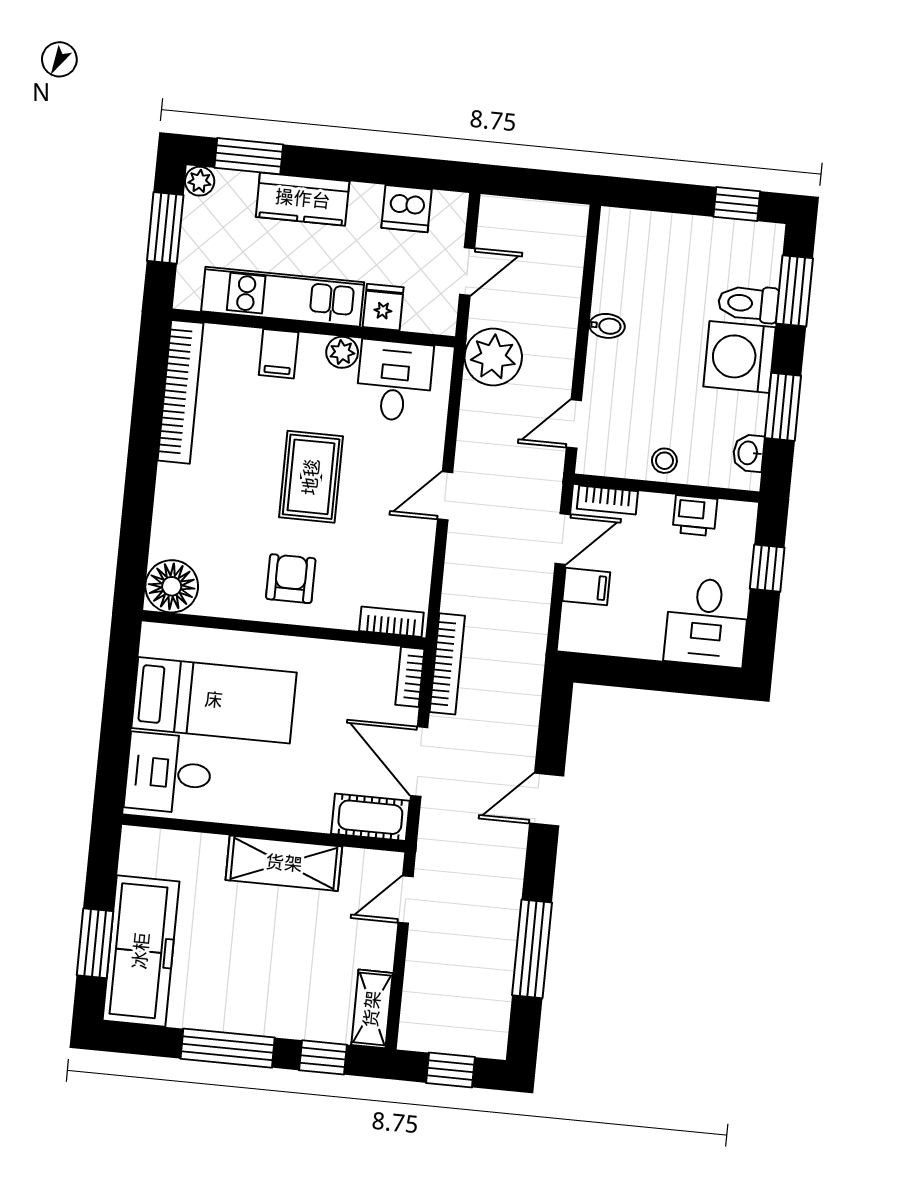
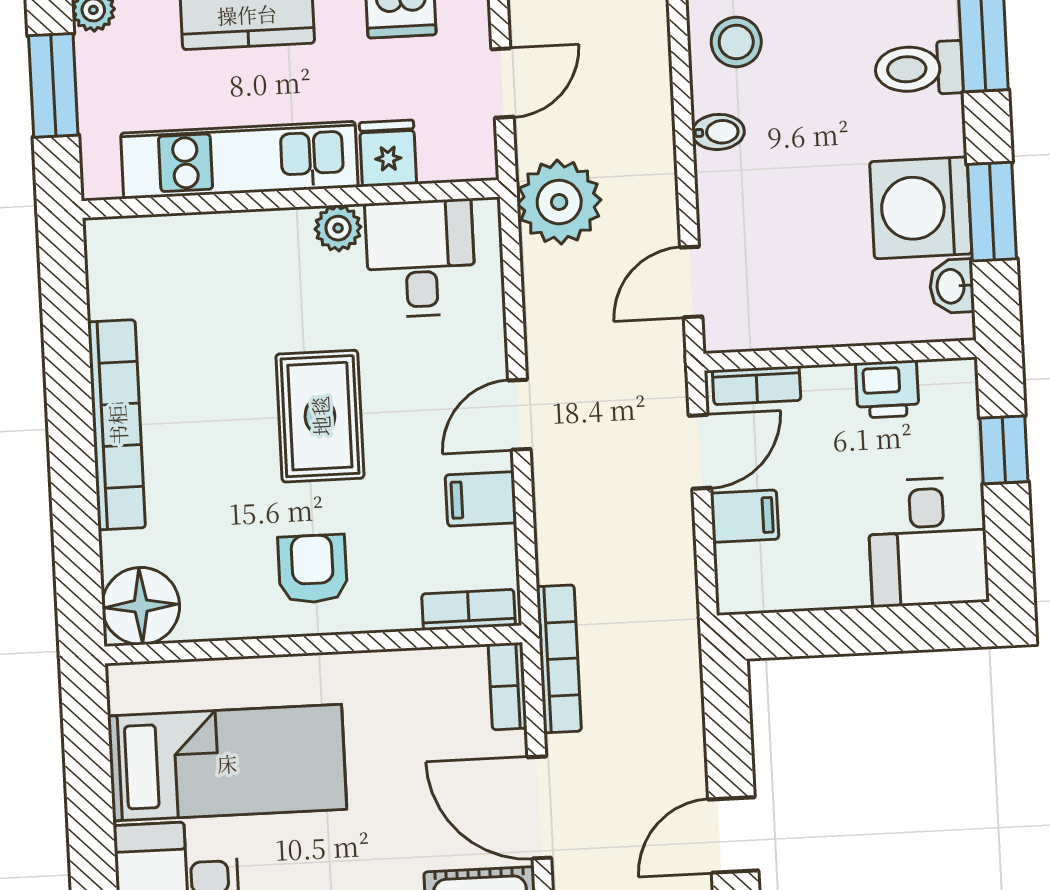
filing cabinet: (279, 354) -> (481, 499), moved, turned 90
washing machine: (739, 357) -> (921, 208), moved
bookcase: (180, 392) -> (117, 425), moved
stool: (664, 461) -> (736, 42), moved, width x1.37, depth x1.37

